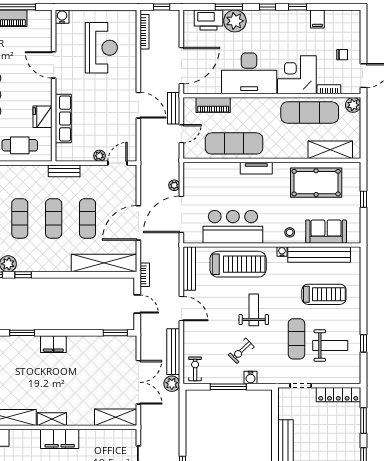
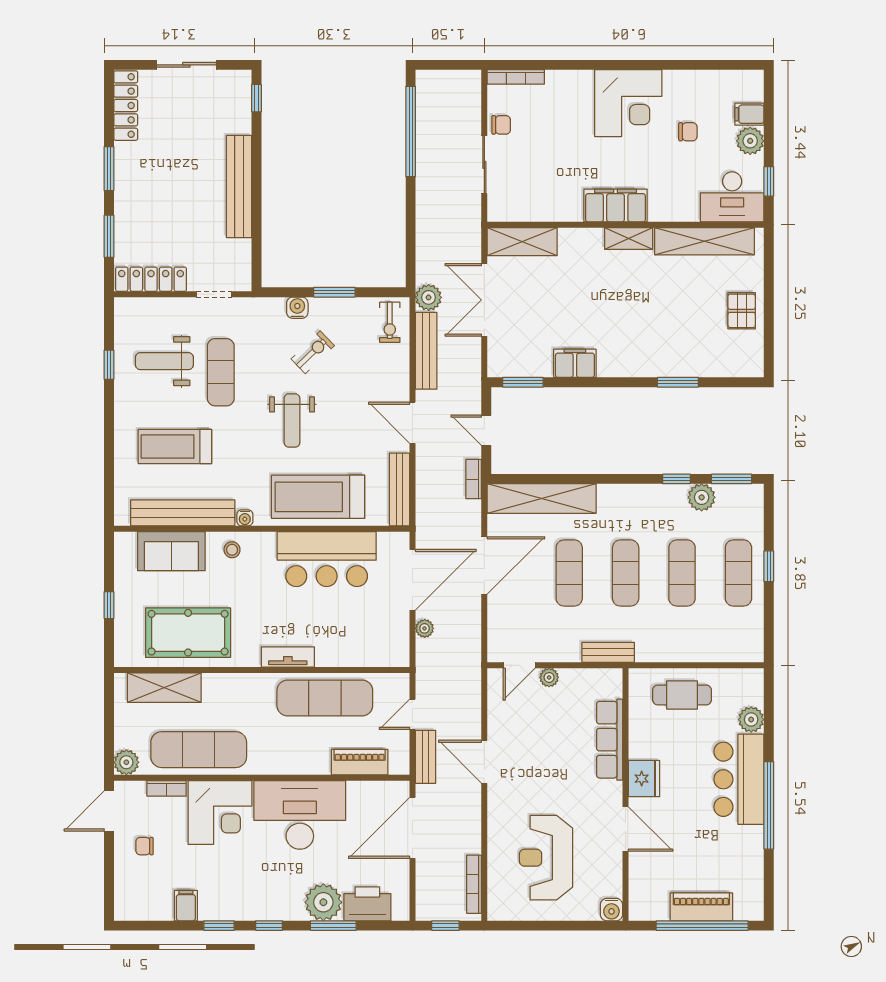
fridge: (43, 117) -> (644, 779), moved
filing cabinet: (53, 344) -> (575, 363), moved
window: (228, 387) -> (334, 292), width x0.69

